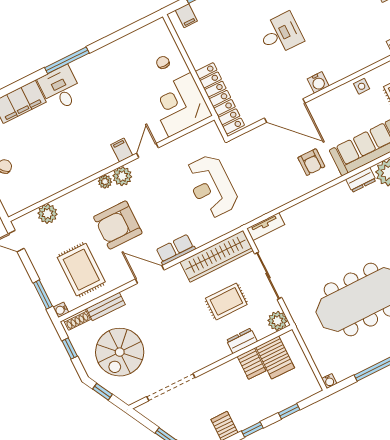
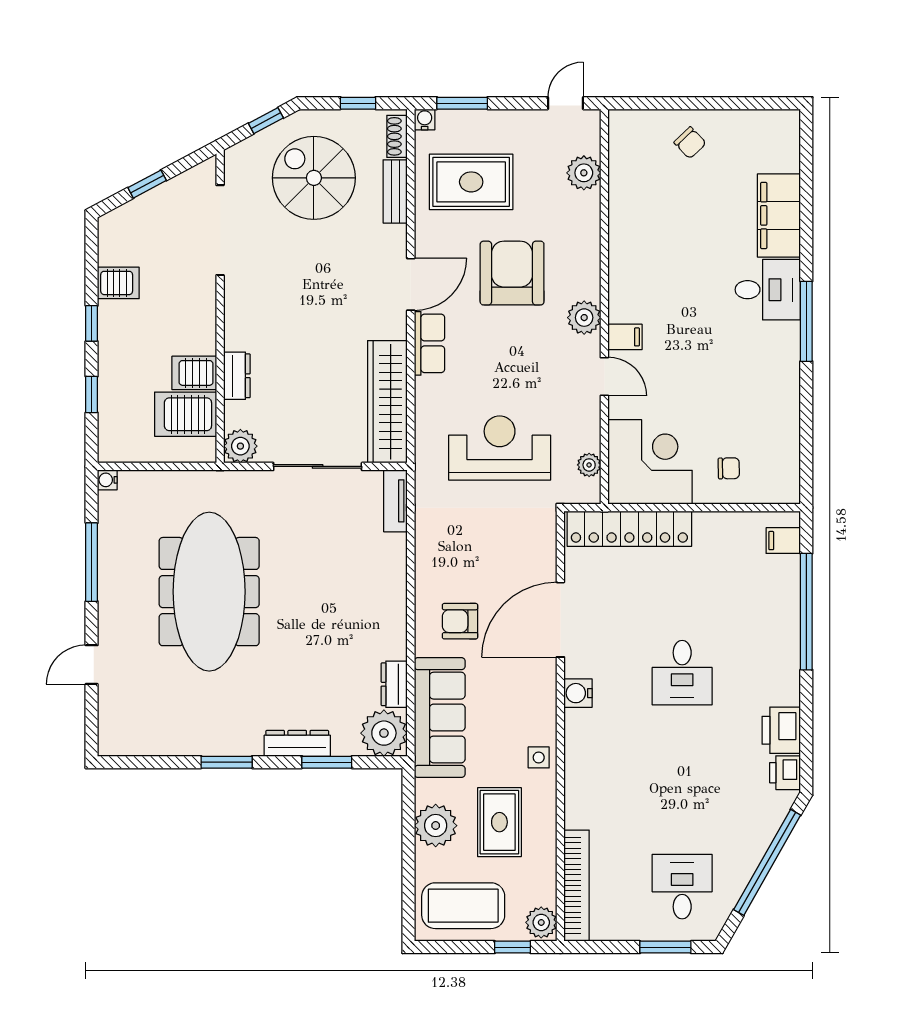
plant: (105, 182) -> (589, 465), moved
rug: (226, 301) -> (310, 382), removed

